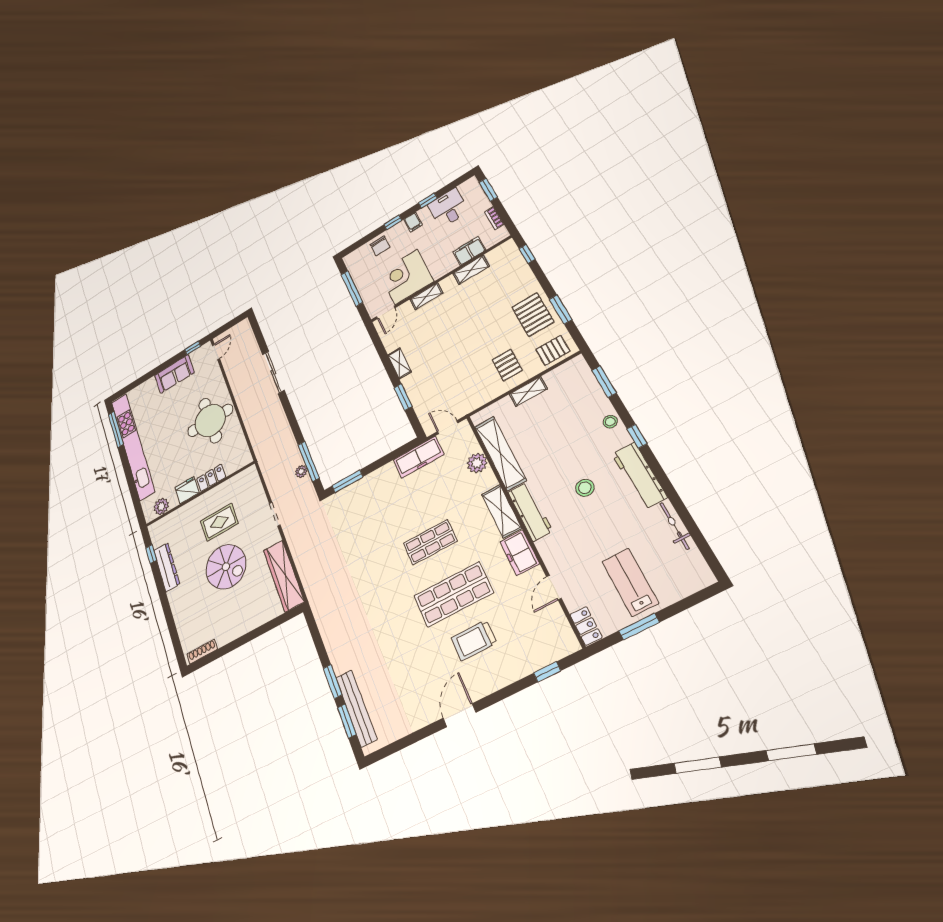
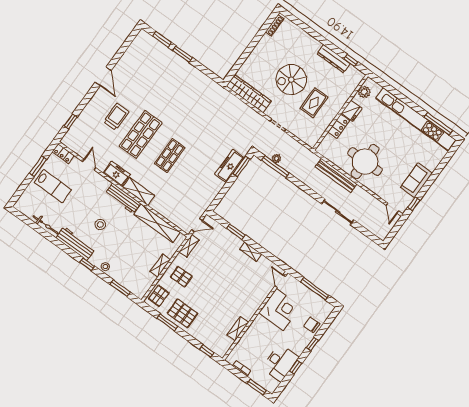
desk: (448, 208) -> (280, 363), width x1.37
filing cabinet: (413, 222) -> (297, 349), removed
filing cabinet: (469, 251) -> (246, 341), removed
shelving: (426, 296) -> (189, 246), moved
freezer: (419, 457) -> (230, 166), moved
plant: (477, 463) -> (167, 212), removed
bench: (356, 708) -> (336, 175), moved

